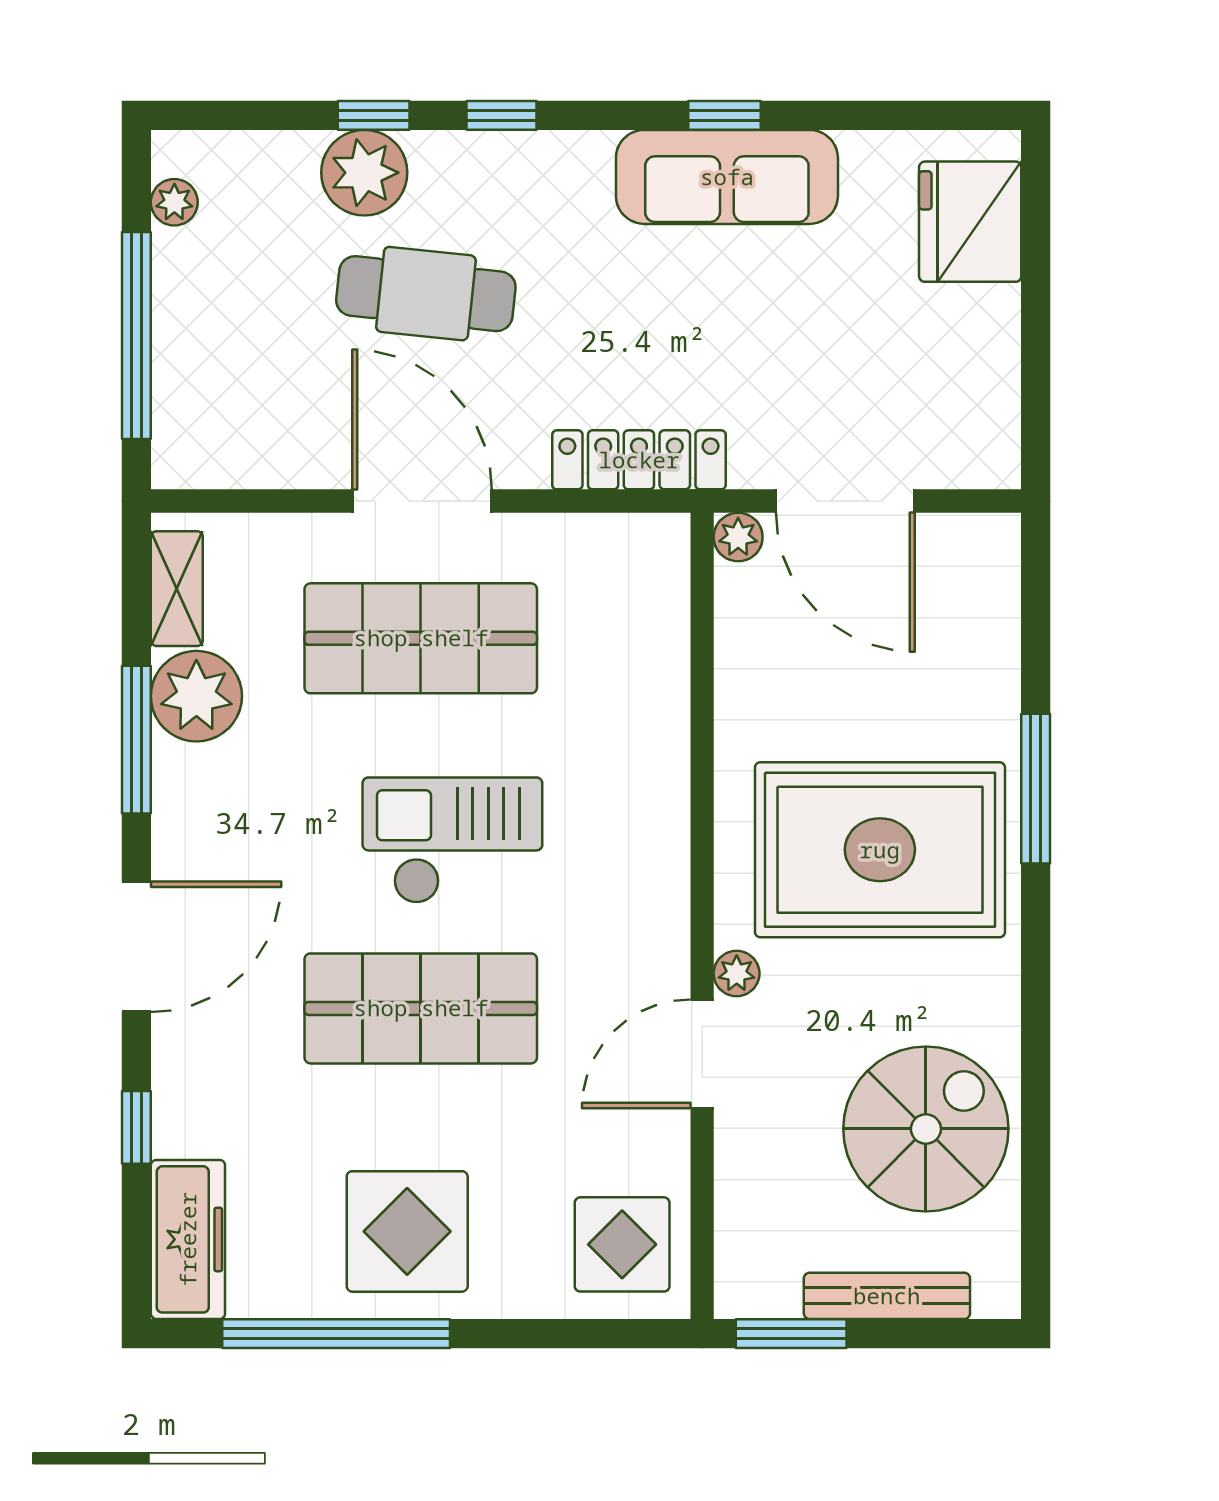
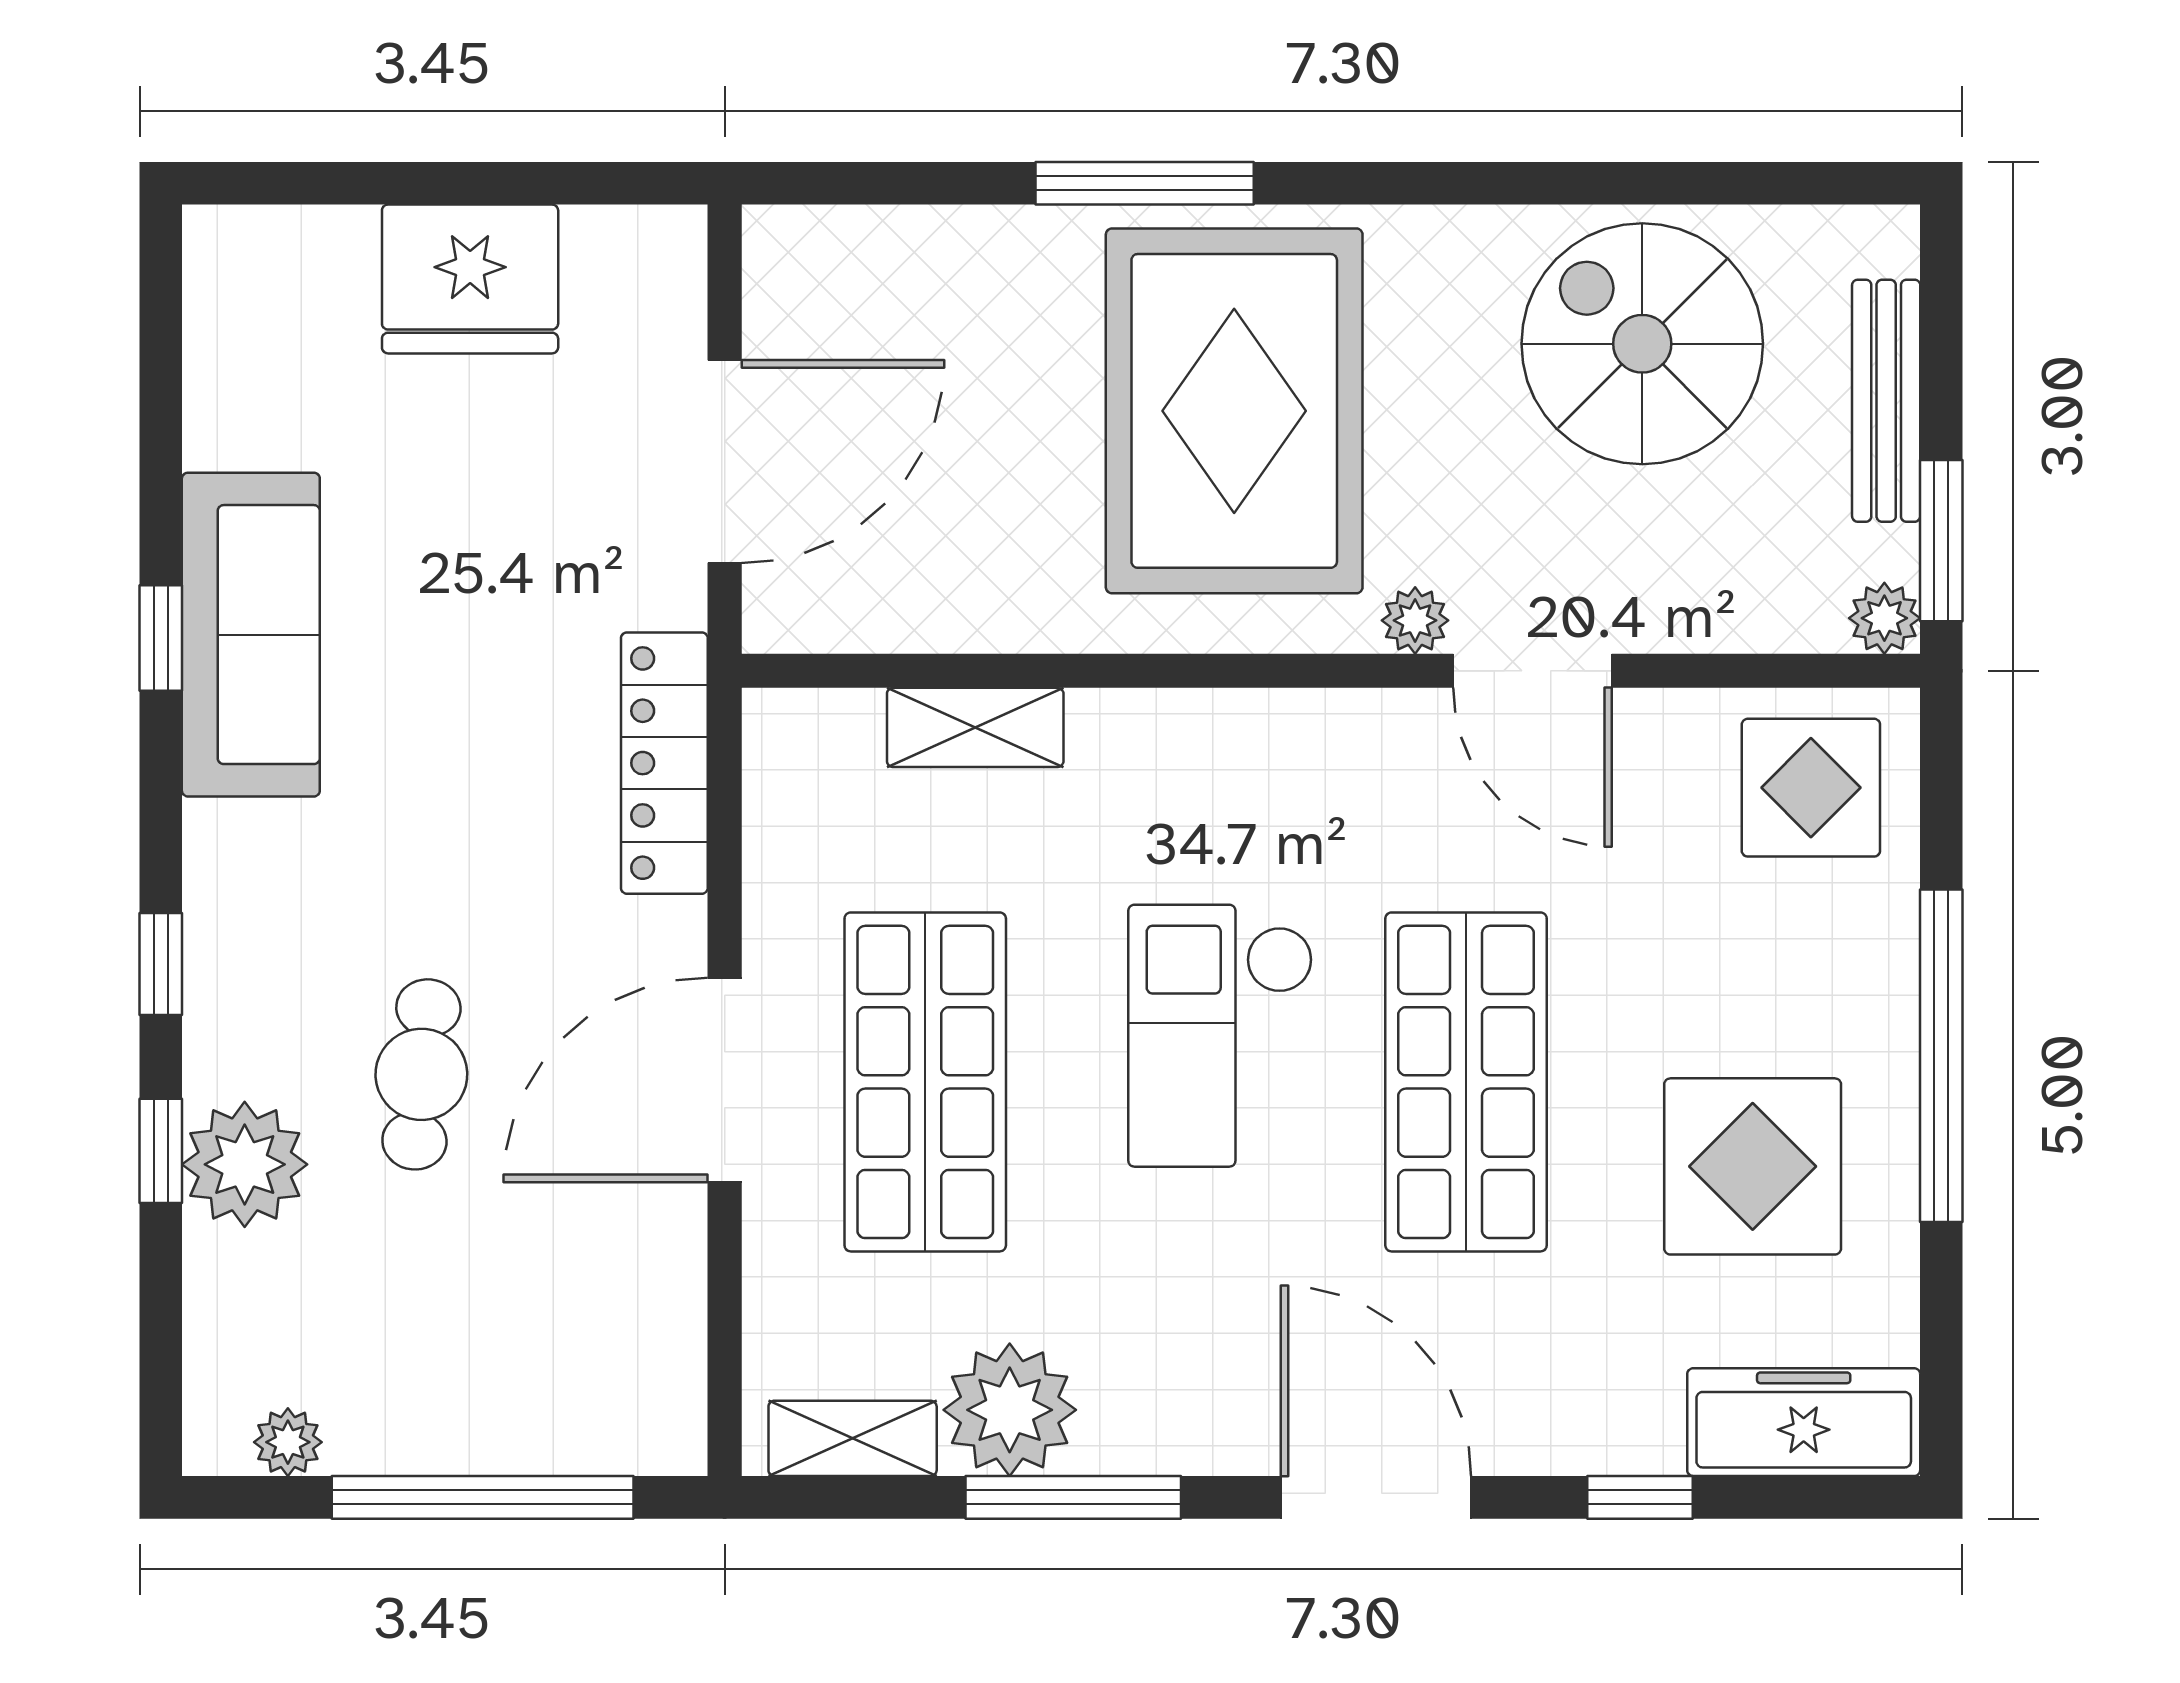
fridge: (970, 222) -> (470, 279), moved
cafe table: (426, 294) -> (421, 1074), width x0.73, depth x0.74
plant: (738, 537) -> (1884, 618), moved
shelving: (663, 673) -> (975, 727), added
display table: (407, 1231) -> (1753, 1166), moved
window: (336, 1334) -> (1941, 1056), moved

